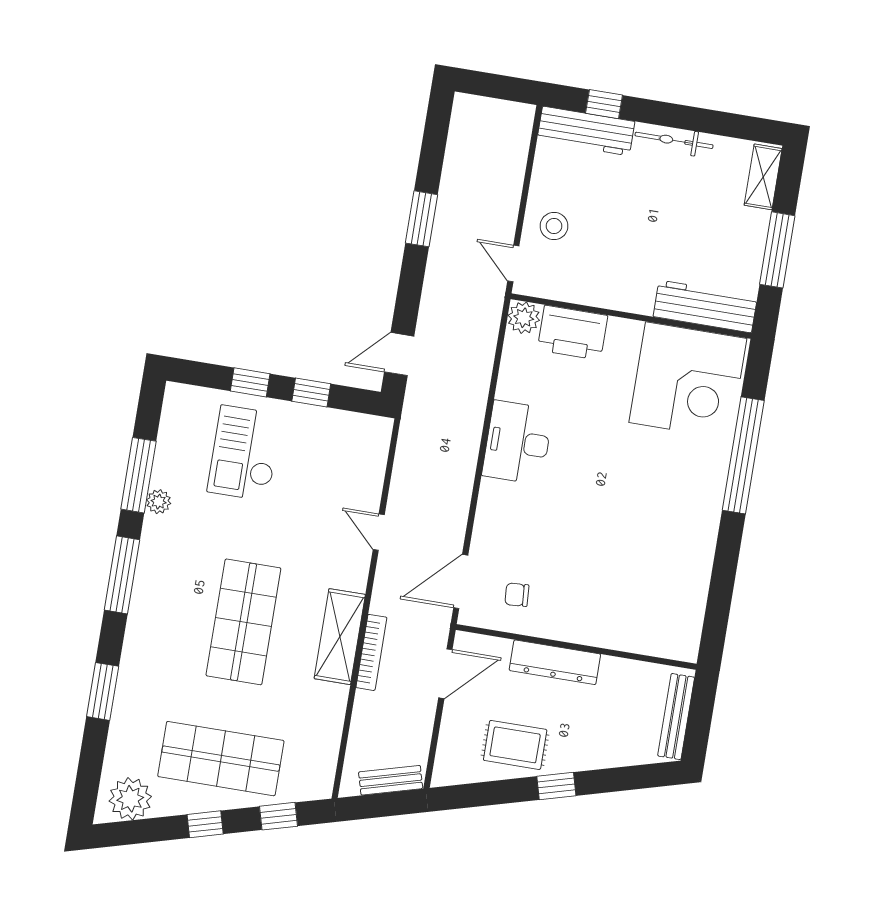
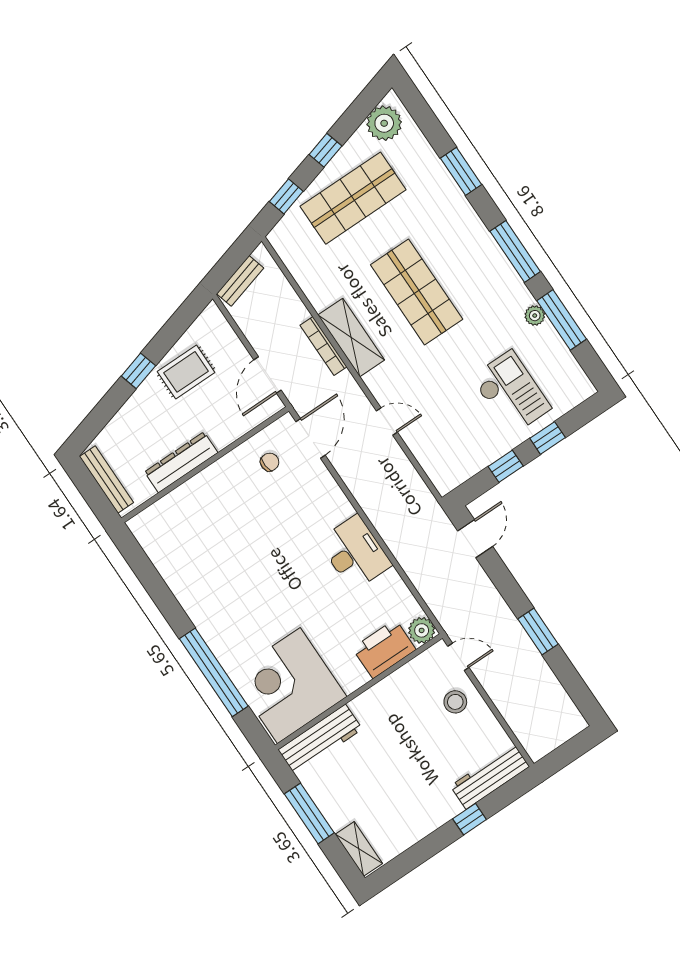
window: (604, 104) -> (470, 819), moved
bicycle: (674, 140) -> (432, 820), removed
dresser: (555, 662) -> (181, 462), moved

